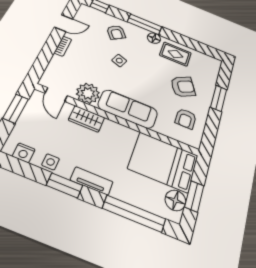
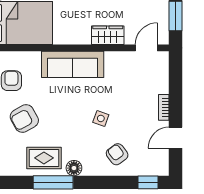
window: (145, 24) -> (53, 182), moved
plant: (88, 93) -> (117, 64), removed
door: (56, 95) -> (146, 48), hinge flipped

